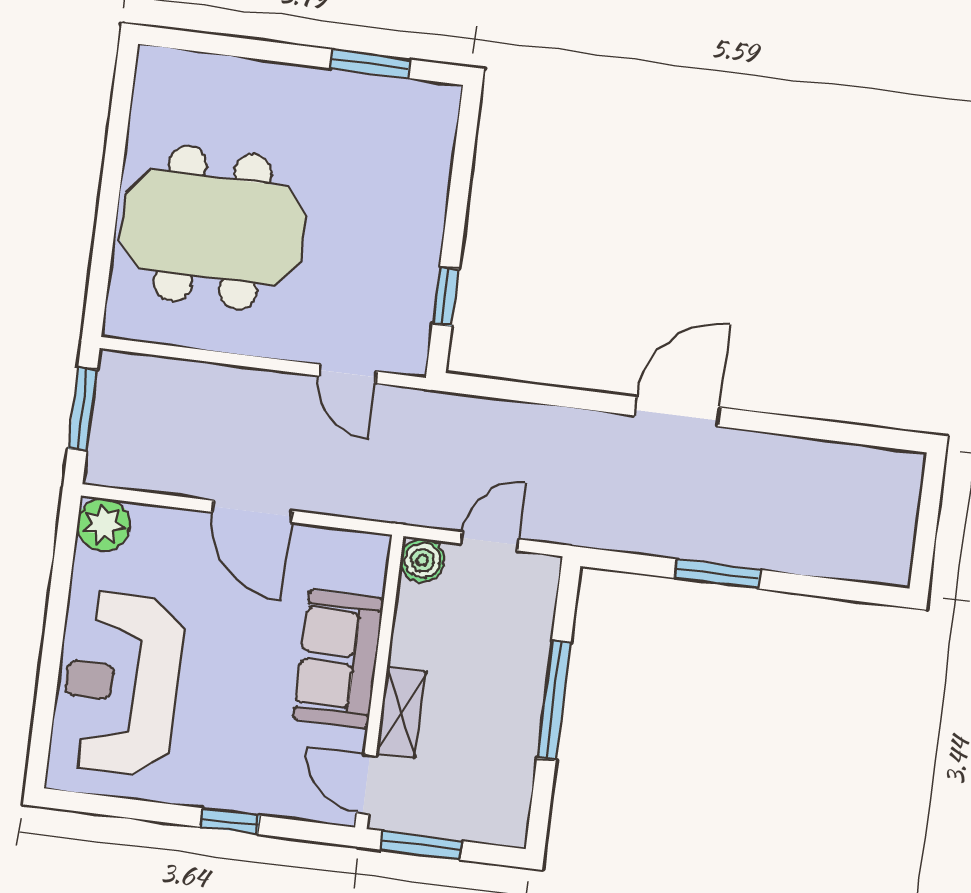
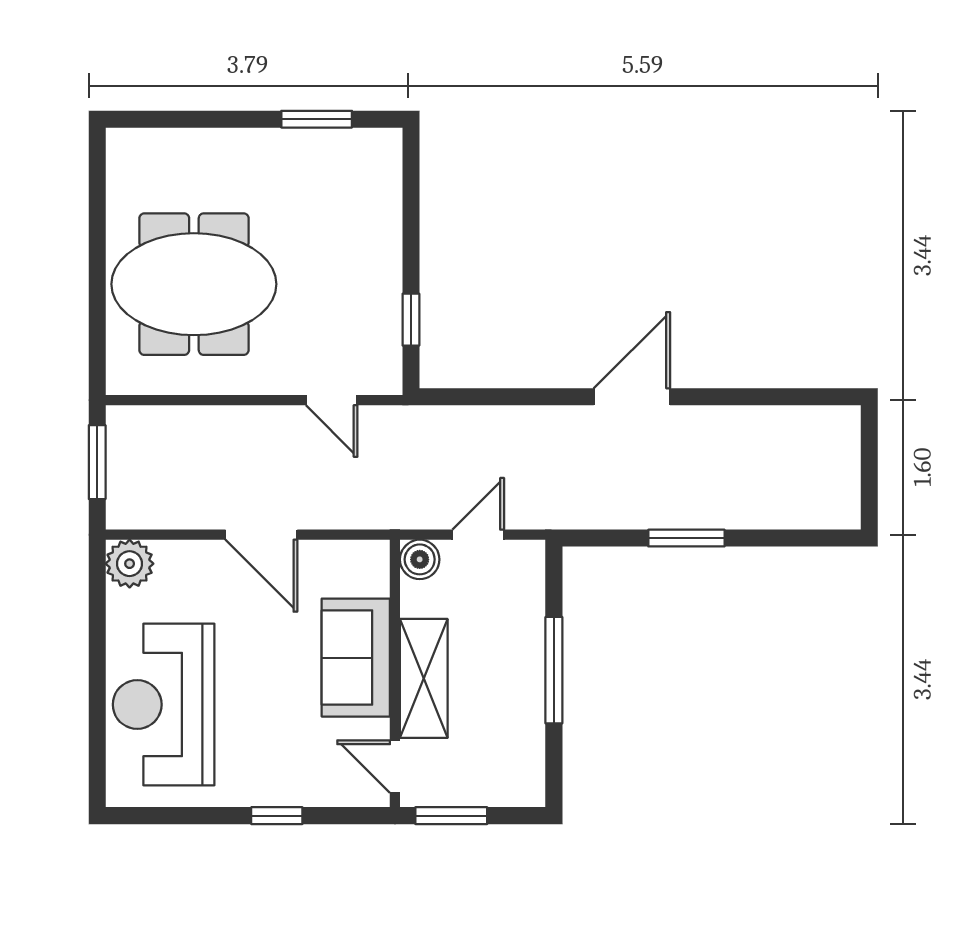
shelving: (401, 712) -> (424, 678), width x1.50, depth x1.33

